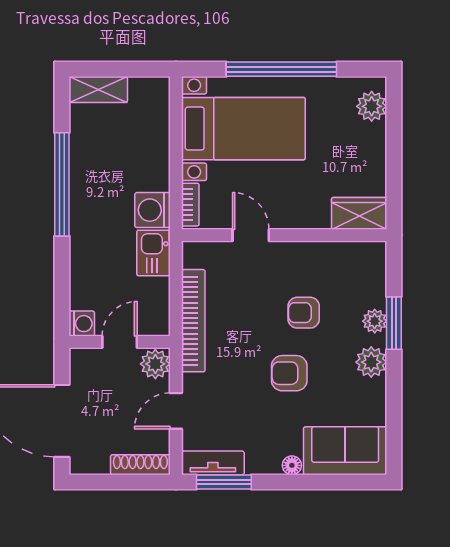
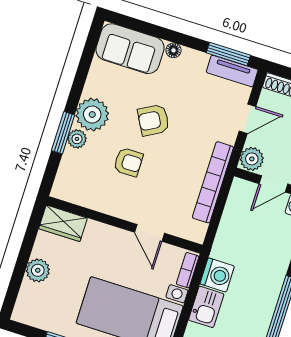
plant: (372, 106) -> (38, 270), moved
kitchen sink: (154, 253) -> (206, 307), moved
plant: (371, 362) -> (92, 115), width x1.36, depth x1.36
armchair: (289, 373) -> (153, 120), turned 151

